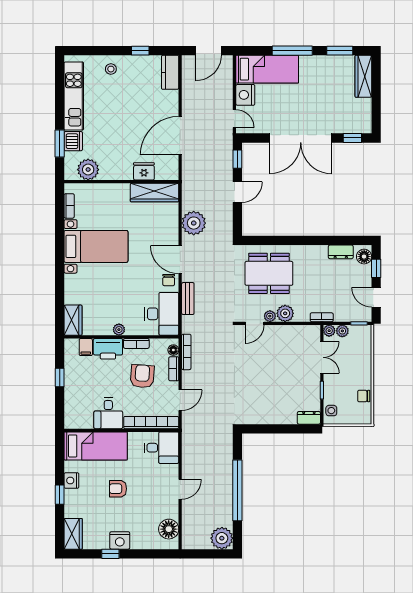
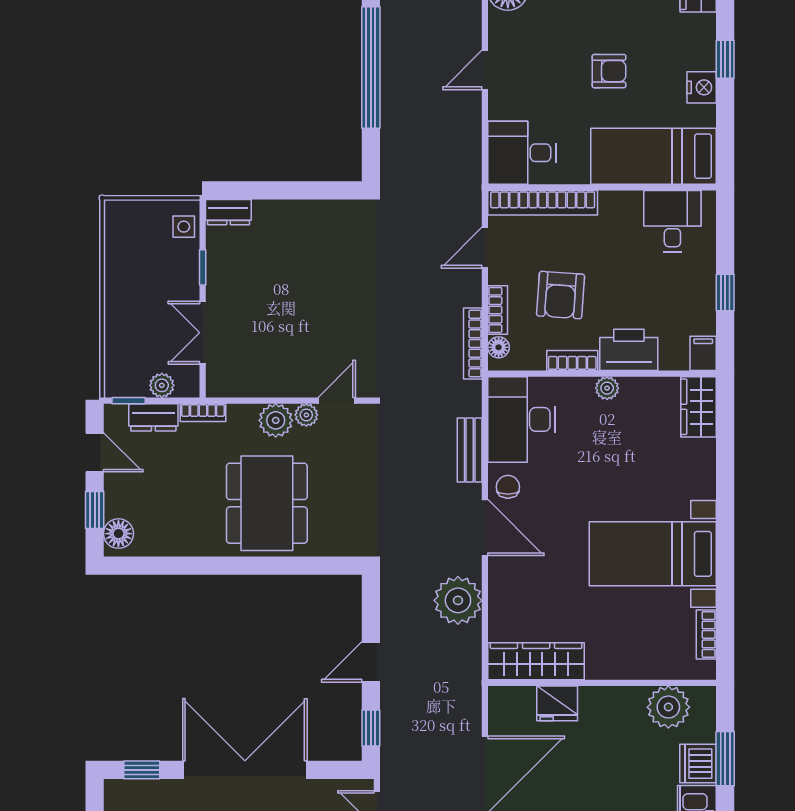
dresser: (341, 252) -> (153, 417), moved, turned 180
dining table: (269, 273) -> (267, 503), moved, turned 90
plant: (329, 331) -> (188, 386), removed
filing cabinet: (86, 347) -> (703, 353), moved
chair: (364, 396) -> (119, 256), removed
desk: (108, 413) -> (672, 221), moved

